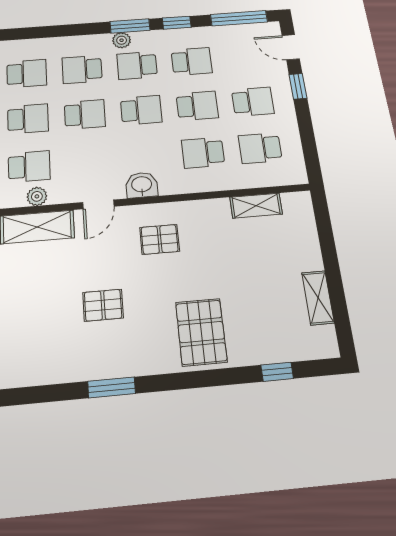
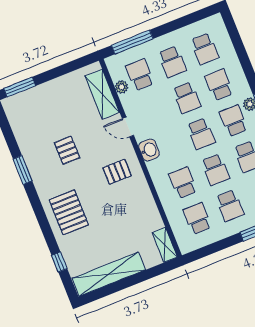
school desk: (29, 166) -> (140, 75), turned 180
shelving: (256, 206) -> (165, 245), moved
pallet: (160, 239) -> (117, 172), turned 90
shelving: (318, 298) -> (109, 274), width x2.20, depth x1.33
pallet: (201, 332) -> (69, 212), turned 90

